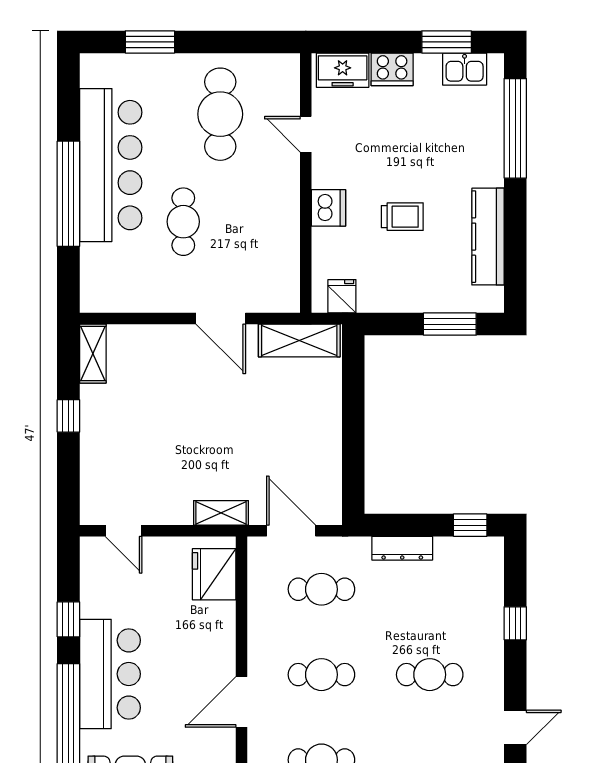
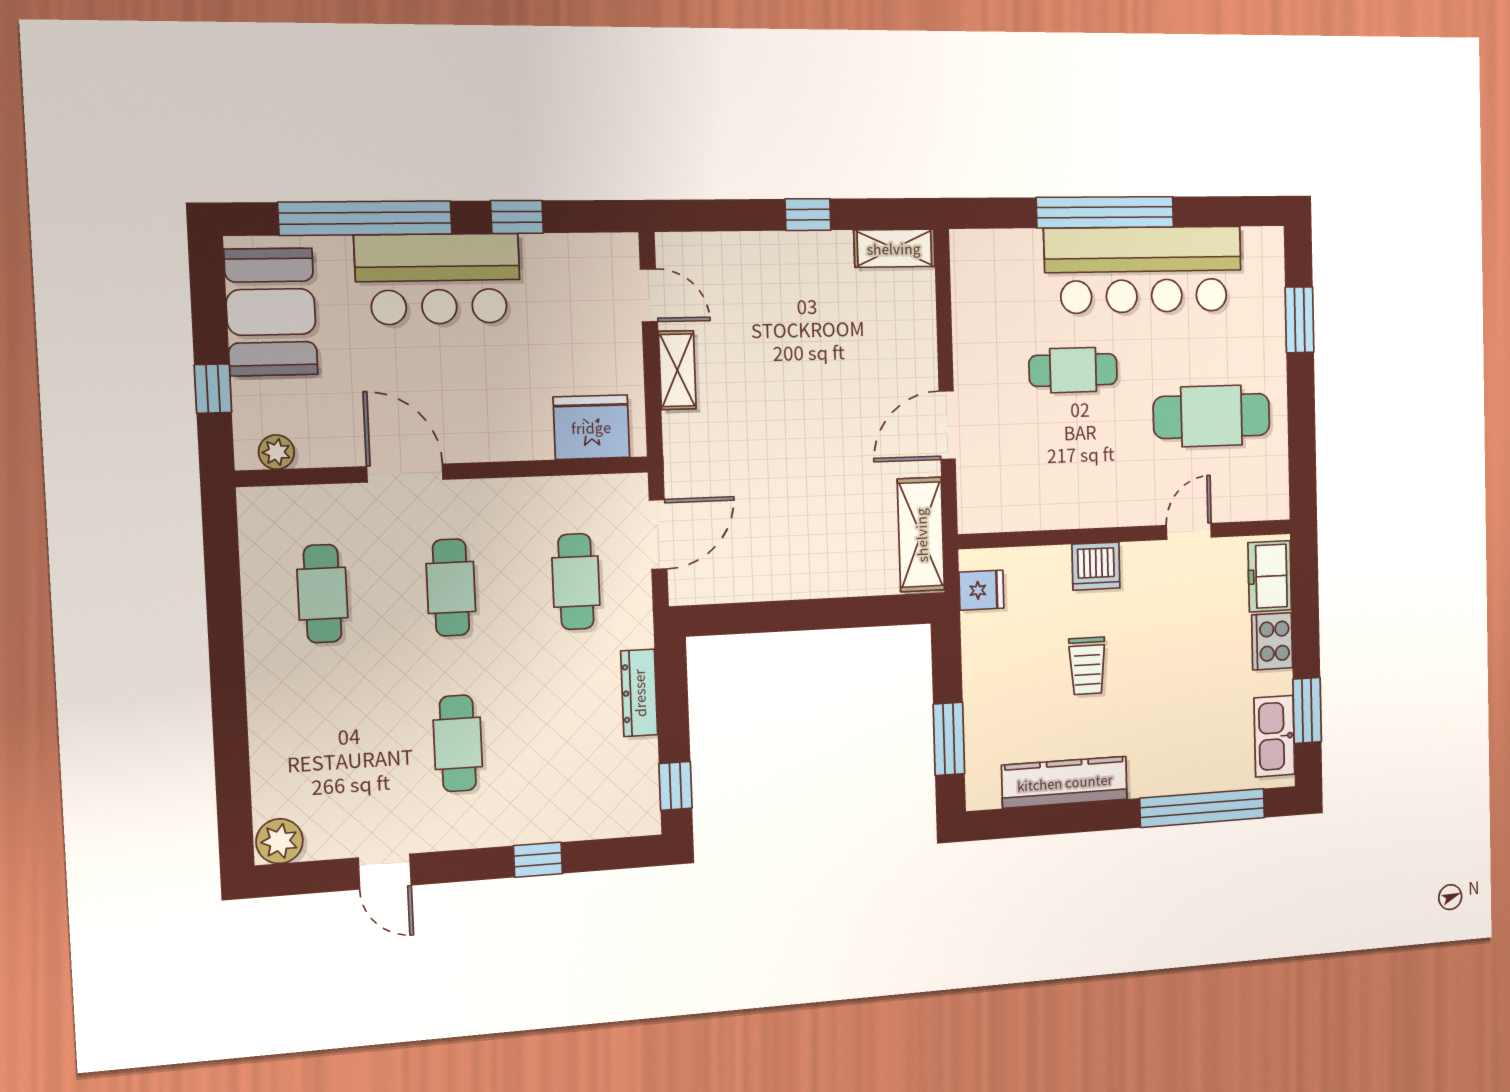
kitchen sink: (465, 69) -> (1274, 736), width x1.38
shelving: (221, 513) -> (677, 370), moved
door: (124, 531) -> (649, 295), swing flipped

